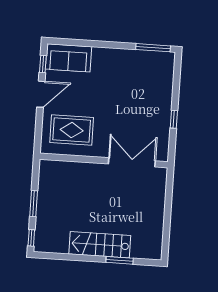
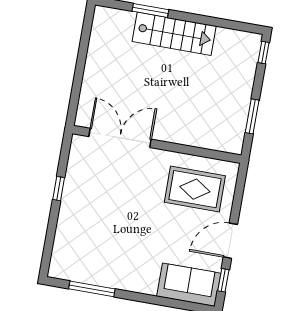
window: (153, 48) -> (92, 289), moved
double door: (132, 162) -> (120, 138), swing flipped
window: (34, 204) -> (252, 116), moved

